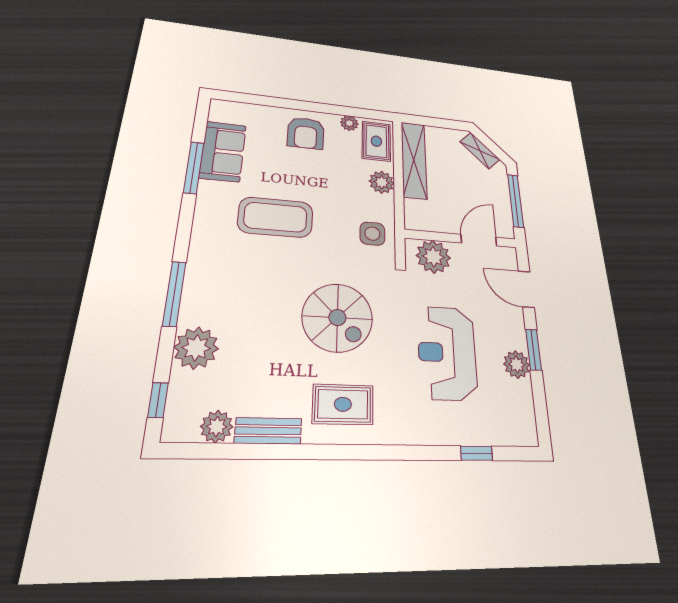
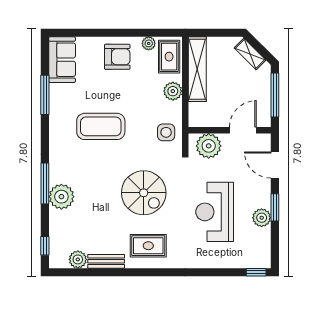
armchair: (306, 133) -> (117, 57), turned -90
sofa: (223, 151) -> (62, 60), moved
plant: (196, 348) -> (61, 197), moved
window: (477, 453) -> (256, 272), moved

